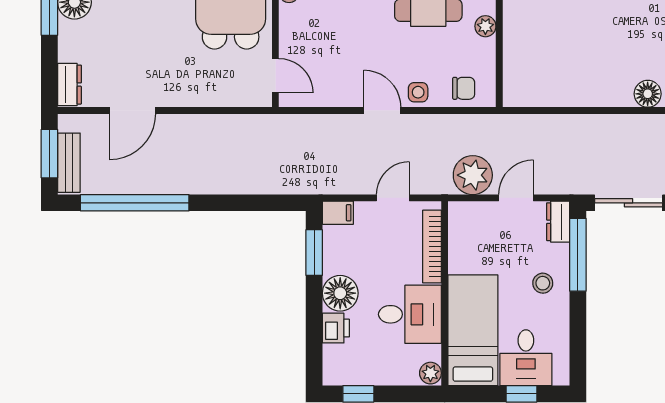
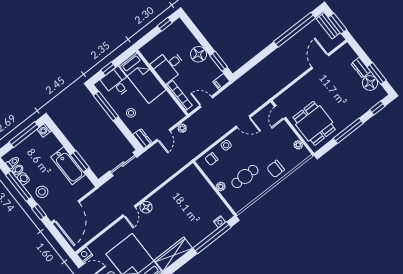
door: (275, 76) -> (280, 112), hinge flipped
dresser: (69, 85) -> (361, 68), moved
door: (382, 111) -> (243, 122), moved
plant: (473, 175) -> (182, 128), width x0.53, depth x0.53
door: (393, 198) -> (206, 102), swing flipped
window: (578, 255) -> (106, 106), moved
printer: (336, 328) -> (191, 41), removed
plant: (430, 373) -> (145, 51), removed

